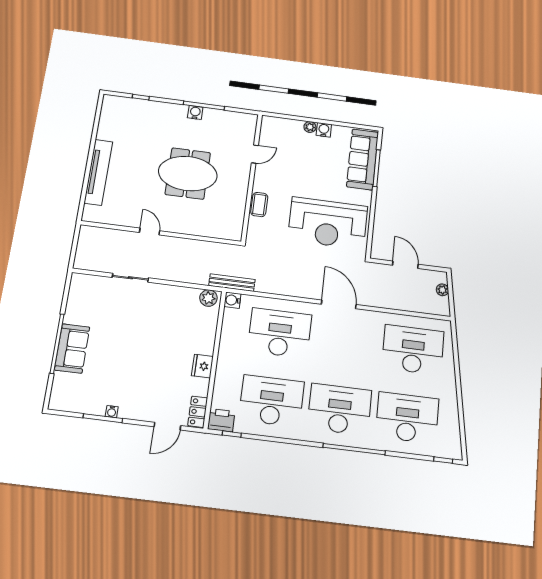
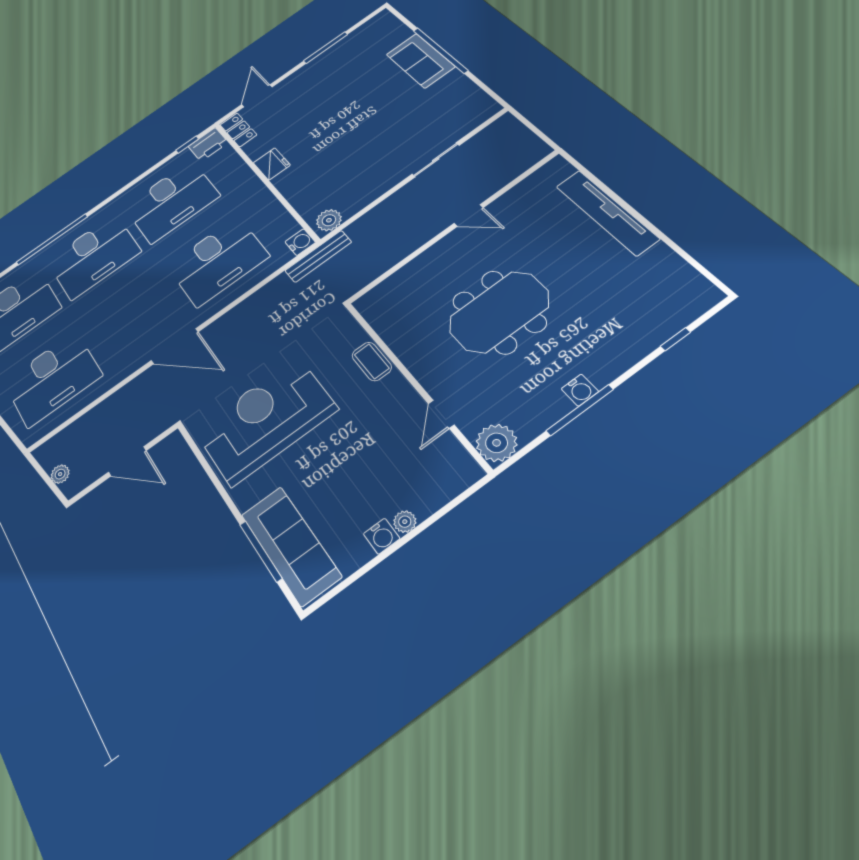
plant: (246, 123) -> (497, 443), added
water cooler: (112, 412) -> (323, 58), removed

